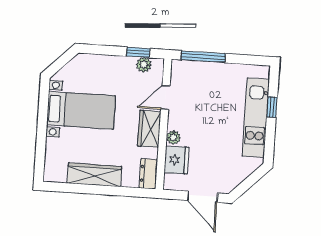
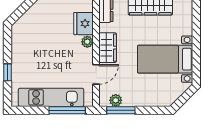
window: (138, 52) -> (121, 110), width x1.50
kitchen unit: (256, 118) -> (51, 97), moved, turned -90

